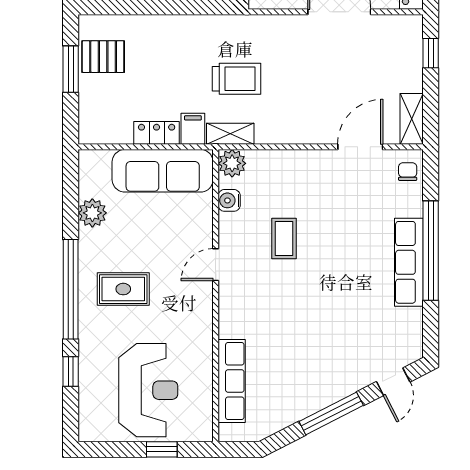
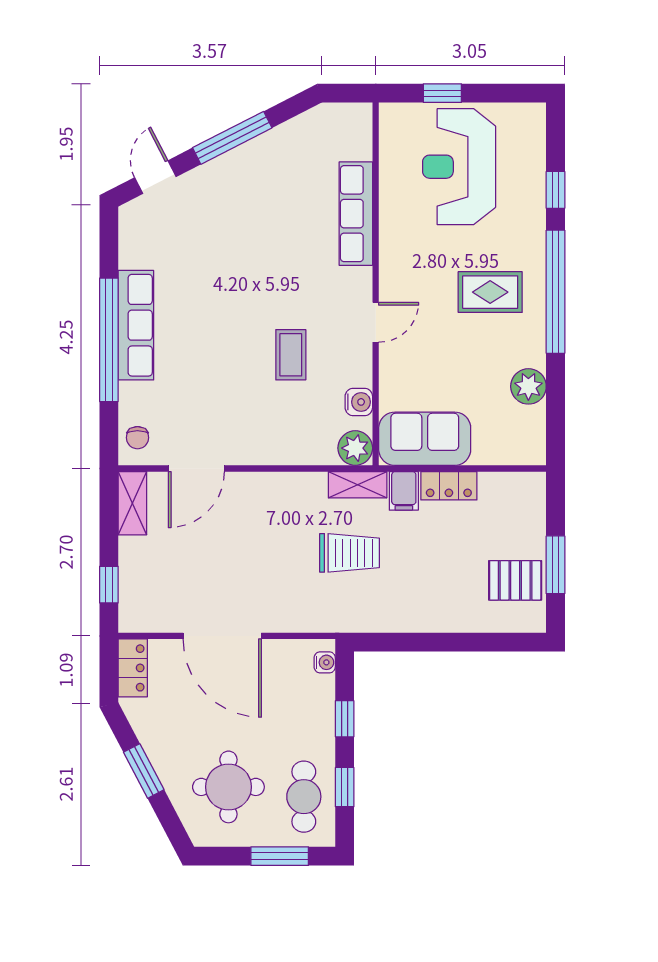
trolley: (237, 79) -> (350, 553), turned 180
sofa: (163, 171) -> (425, 439), width x0.73
row of seats: (232, 381) -> (356, 214), moved

